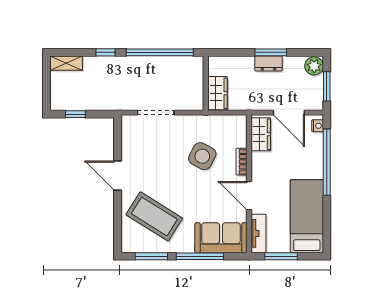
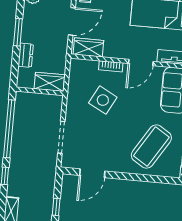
dresser: (268, 63) -> (26, 55), moved
door: (118, 176) -> (92, 173), moved

